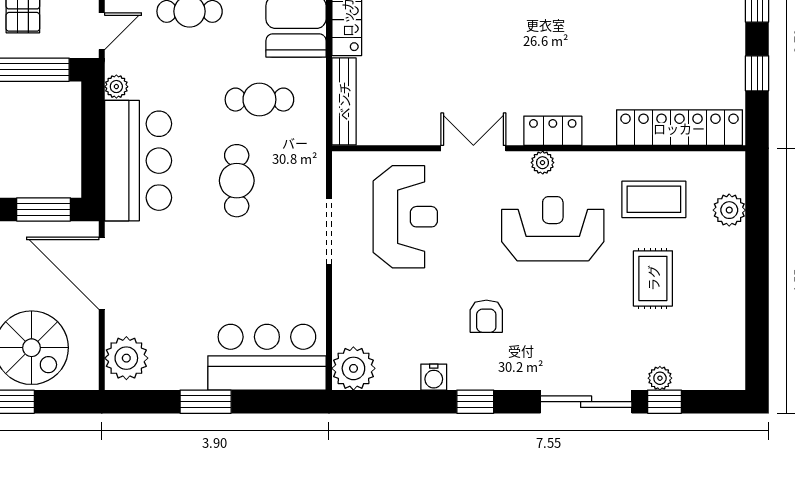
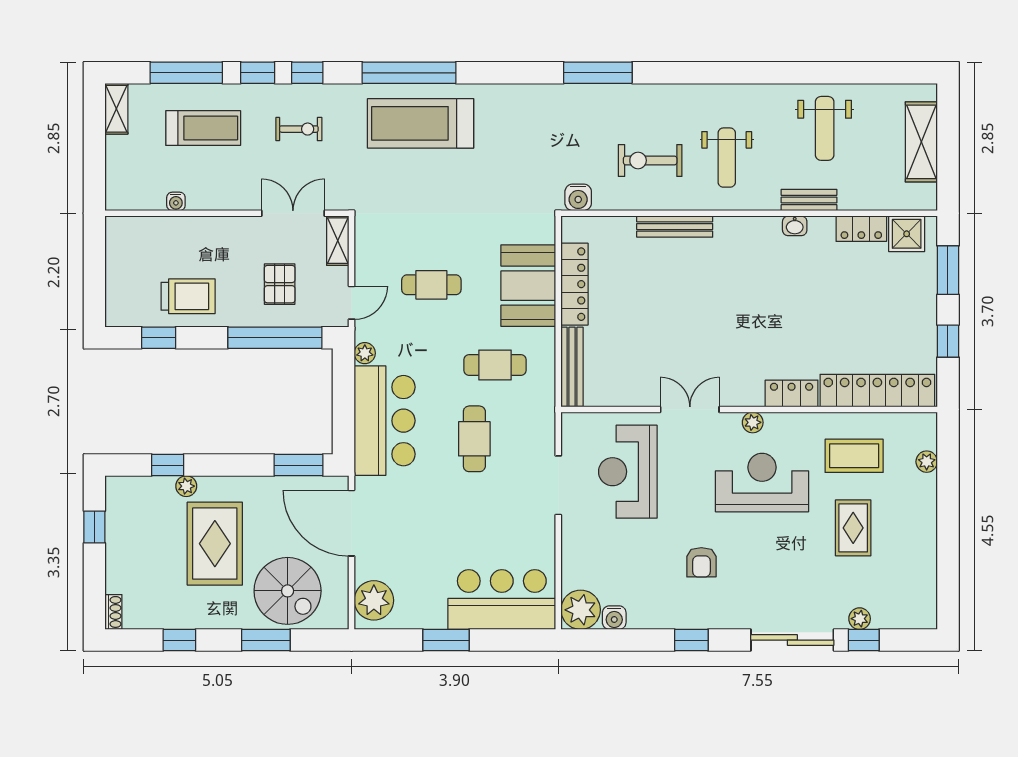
locker: (553, 131) -> (792, 393), moved
plant: (729, 210) -> (927, 462), width x0.73, depth x0.73
reception desk: (405, 217) -> (628, 472), turned 180
water cooler: (434, 377) -> (614, 618), moved

